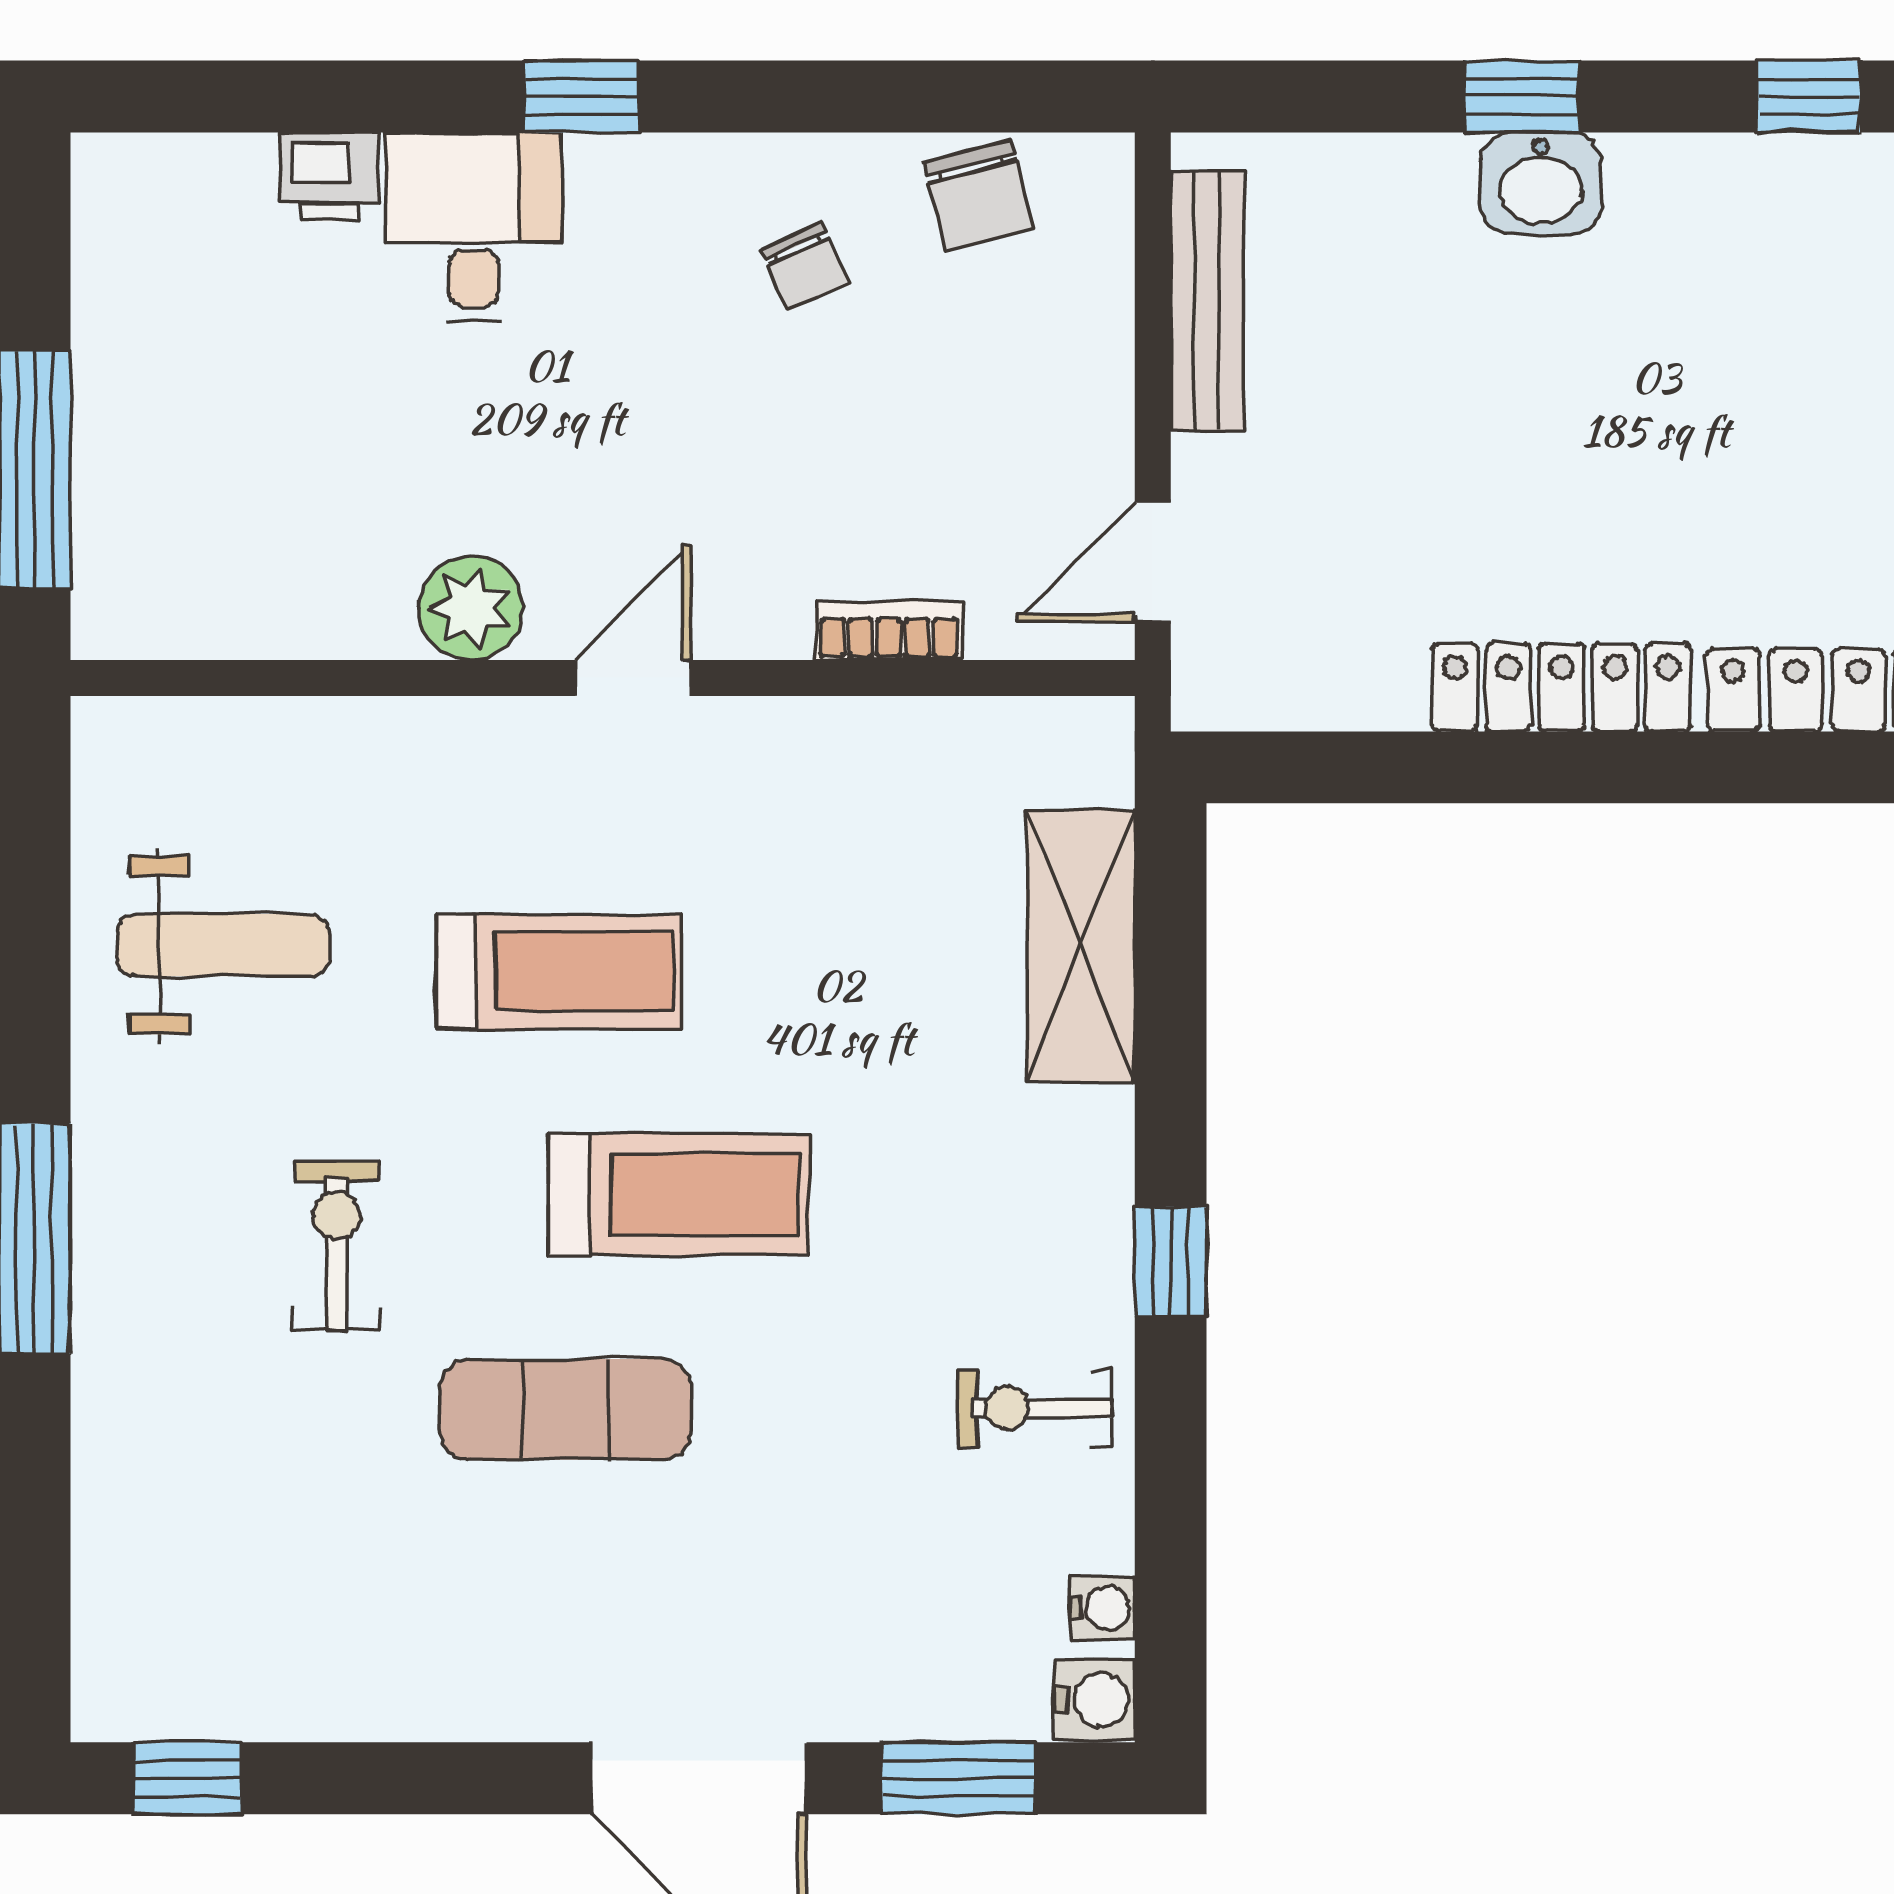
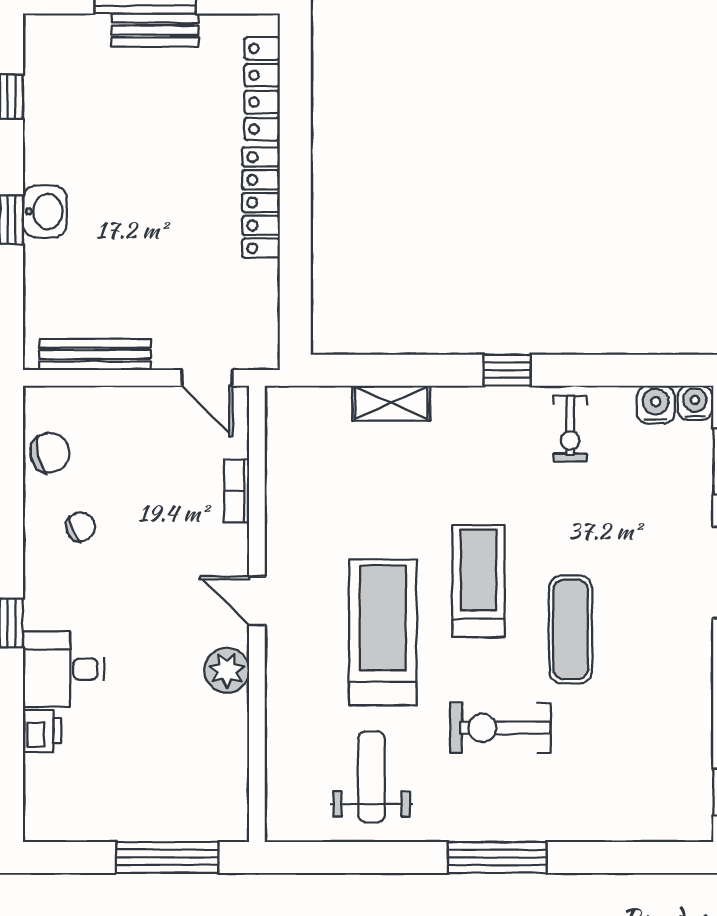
shelving: (1080, 946) -> (391, 403), width x0.67, depth x0.75
treadmill: (559, 971) -> (383, 632), width x1.37, depth x1.38
exercise bike: (337, 1246) -> (500, 728), width x1.38, depth x1.39
water cooler: (1103, 1608) -> (656, 405), width x1.38, depth x1.38

